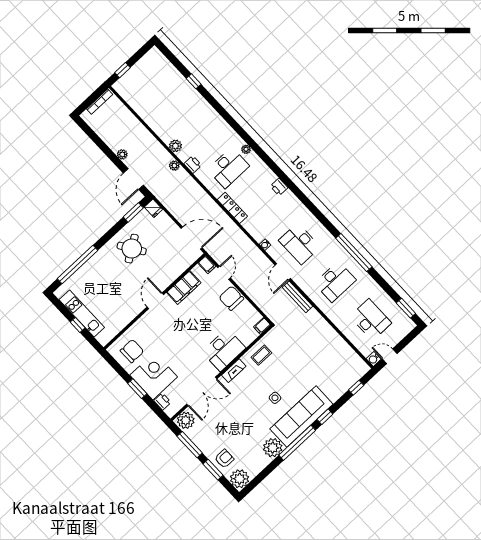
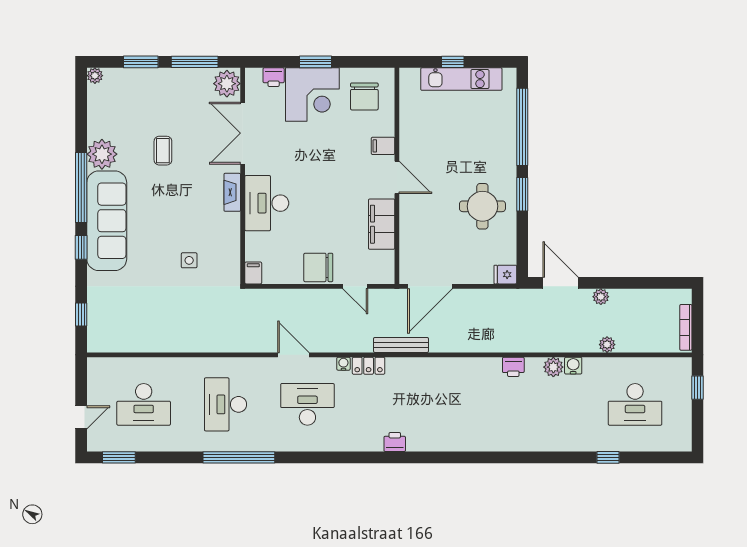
plant: (246, 149) -> (474, 444), removed
plant: (174, 166) -> (607, 345), moved
desk: (228, 168) -> (635, 404), moved, turned -90
locker: (232, 208) -> (369, 366), moved, width x0.66
window: (133, 212) -> (522, 194), moved
round table: (132, 249) -> (482, 206), turned 33
filing cabinet: (207, 265) -> (383, 146), moved
bench: (297, 297) -> (401, 345), moved
chair: (231, 298) -> (318, 267), turned 180
coffee table: (261, 355) -> (163, 151), moved
door: (390, 356) -> (81, 417), moved
water cooler: (374, 359) -> (573, 366), moved
side table: (275, 398) -> (189, 260), moved
armchair: (224, 459) -> (141, 87), removed
plant: (240, 479) -> (95, 76), width x0.53, depth x0.53

